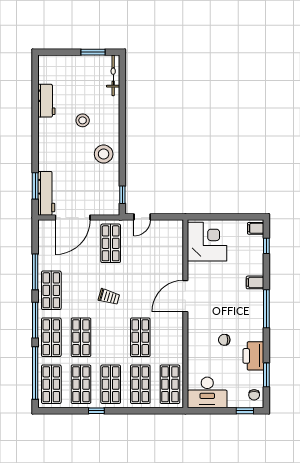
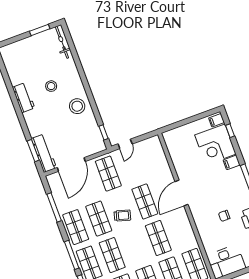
workbench: (46, 101) -> (24, 98), moved
corner desk: (207, 242) -> (215, 145), moved, turned 180
window: (35, 272) -> (54, 207), moved
shop shelf: (81, 290) -> (99, 219), added
shop shelf: (140, 290) -> (145, 202), added

